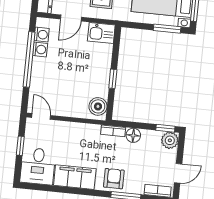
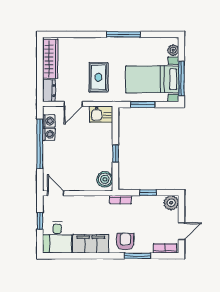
window: (167, 29) -> (143, 105), moved
window: (165, 128) -> (148, 193), moved
floor lamp: (133, 135) -> (139, 202), removed

